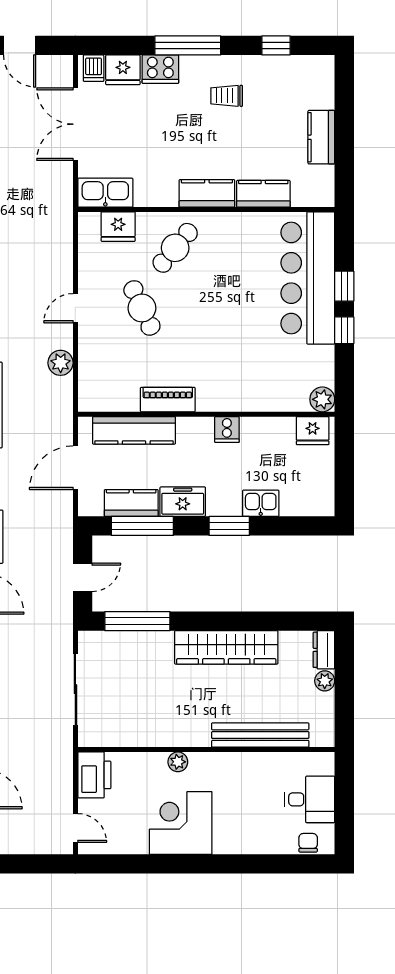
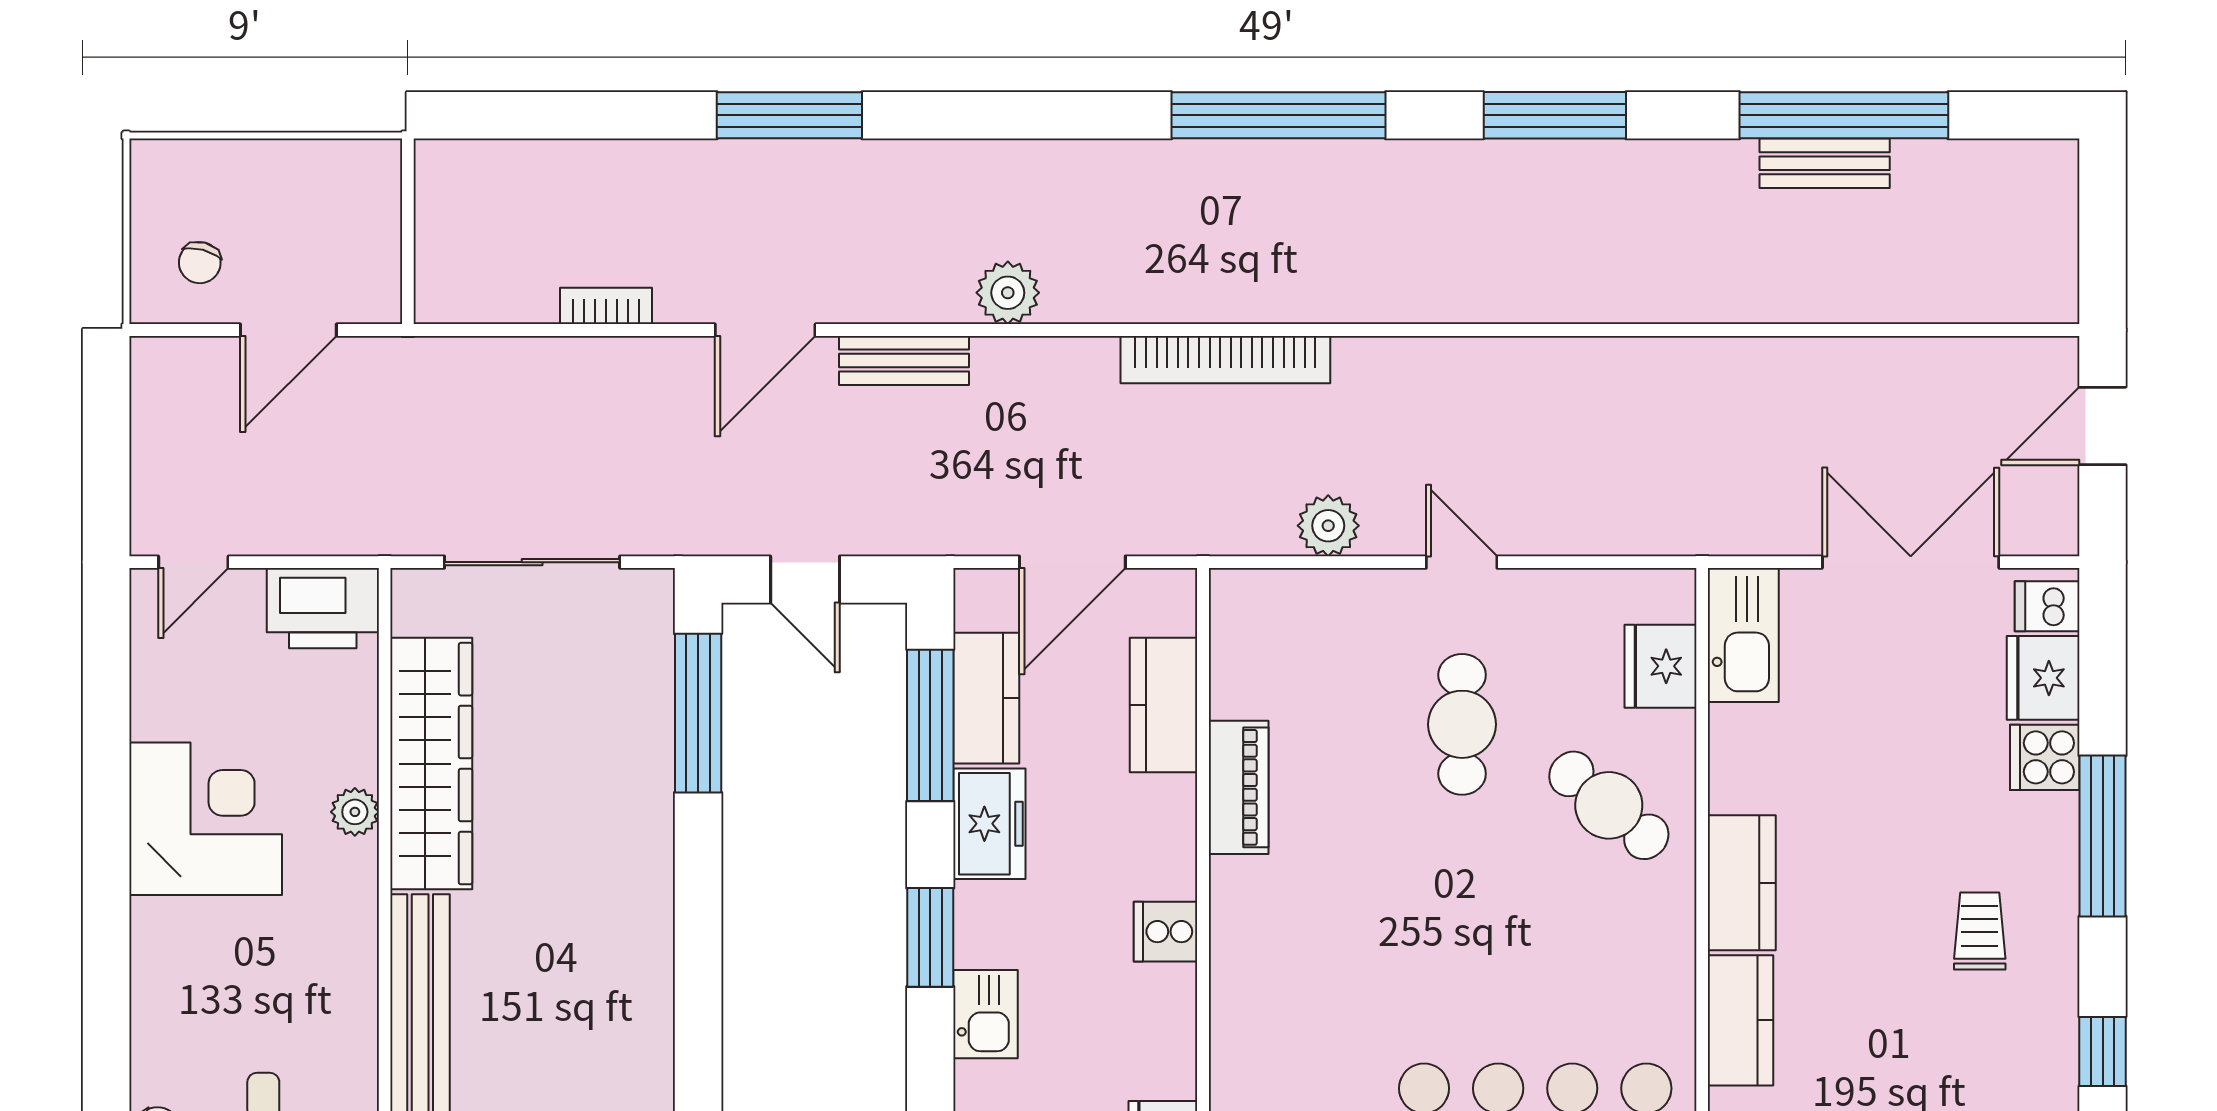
cooker: (160, 69) -> (2045, 757), width x0.73
cafe table: (142, 308) -> (1462, 724), turned -65
kitchen counter: (134, 430) -> (1164, 705), width x0.67
door: (75, 468) -> (1072, 562), swing flipped
wardrobe: (226, 647) -> (431, 764), moved, turned 180

